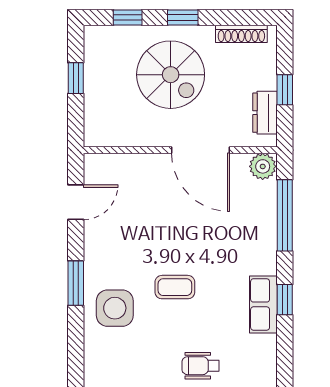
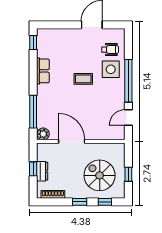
spiral stairs: (171, 75) -> (100, 175), moved
dresser: (265, 113) -> (42, 171), moved
window: (76, 283) -> (128, 81), width x2.11
window: (285, 300) -> (33, 42), moved
wheelchair: (201, 366) -> (110, 50), moved

